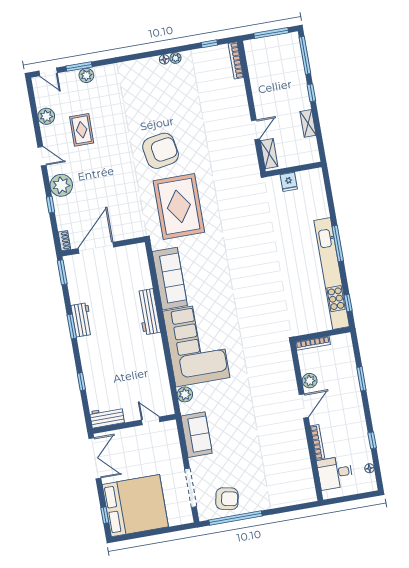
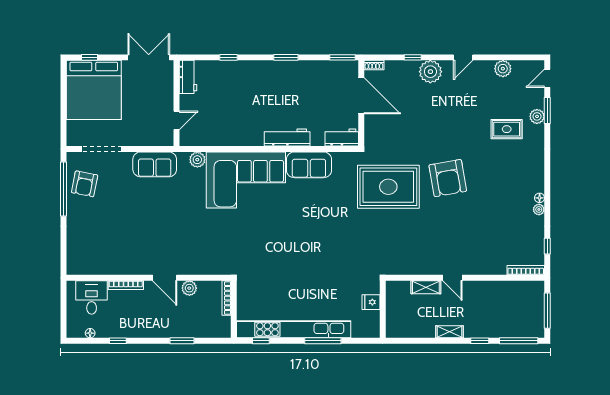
rug: (82, 130) -> (507, 129), moved
wall: (294, 169) -> (383, 309), moved
fridge: (289, 182) -> (371, 302), moved
sofa: (170, 279) -> (309, 165), width x0.73
workbench: (82, 320) -> (342, 138), moved, turned 180
double door: (95, 458) -> (149, 57), swing flipped

